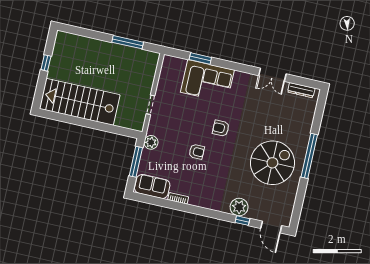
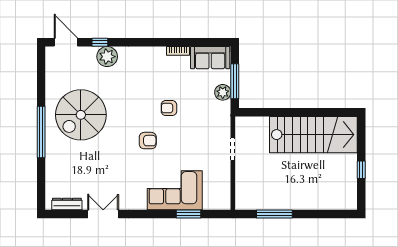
plant: (151, 142) -> (223, 92), moved

